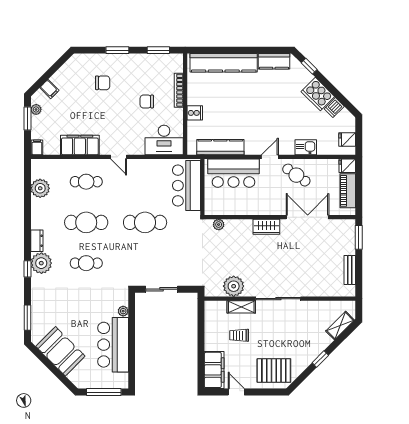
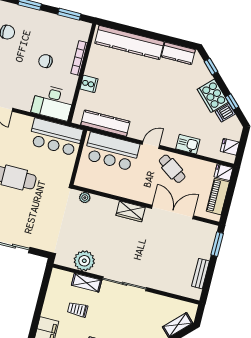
window: (338, 95) -> (232, 102), added
bar counter: (186, 186) -> (56, 137), moved, turned -90

